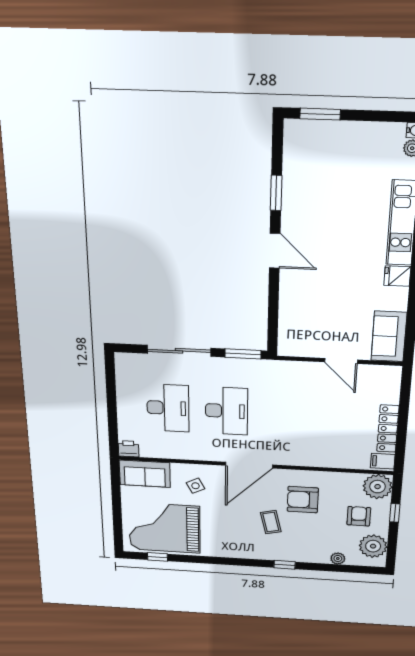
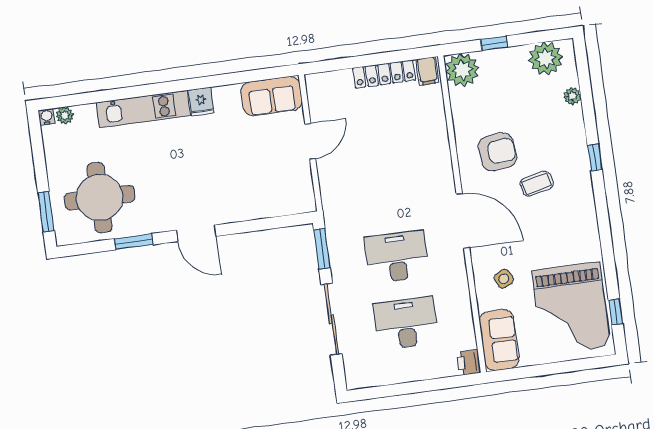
round table: (325, 168) -> (100, 198), added
door: (275, 251) -> (196, 233), swing flipped
armchair: (303, 500) -> (498, 152), turned -96
armchair: (359, 516) -> (507, 83), removed

